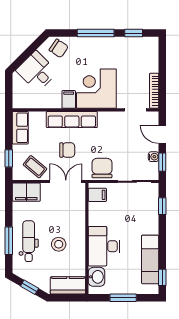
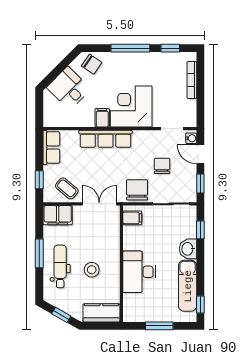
bookcase: (154, 91) -> (192, 80), moved
chair: (67, 150) -> (162, 166), moved, turned -90
water cooler: (154, 157) -> (191, 138), moved
window: (9, 241) -> (39, 253), moved
washbasin: (97, 277) -> (188, 249), moved, turned 180

